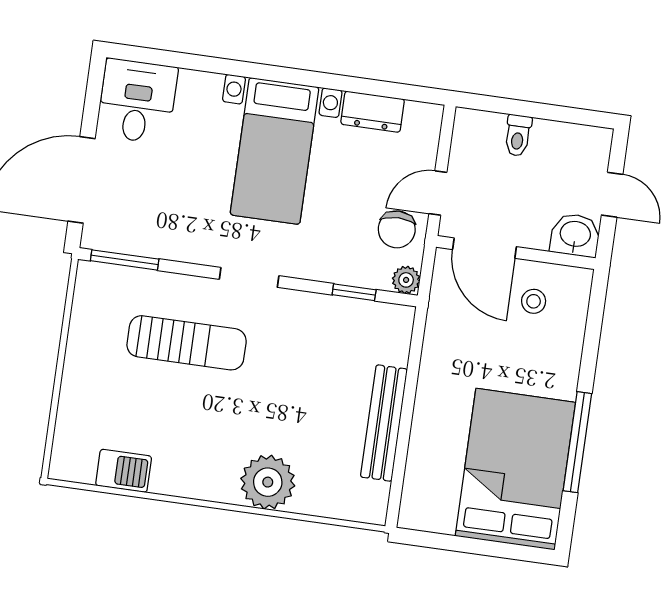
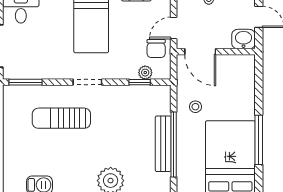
plant: (406, 280) -> (145, 73), moved
stool: (534, 301) -> (195, 107), moved
sun lounger: (187, 343) -> (61, 118), turned 180
window: (405, 427) -> (174, 144), added

